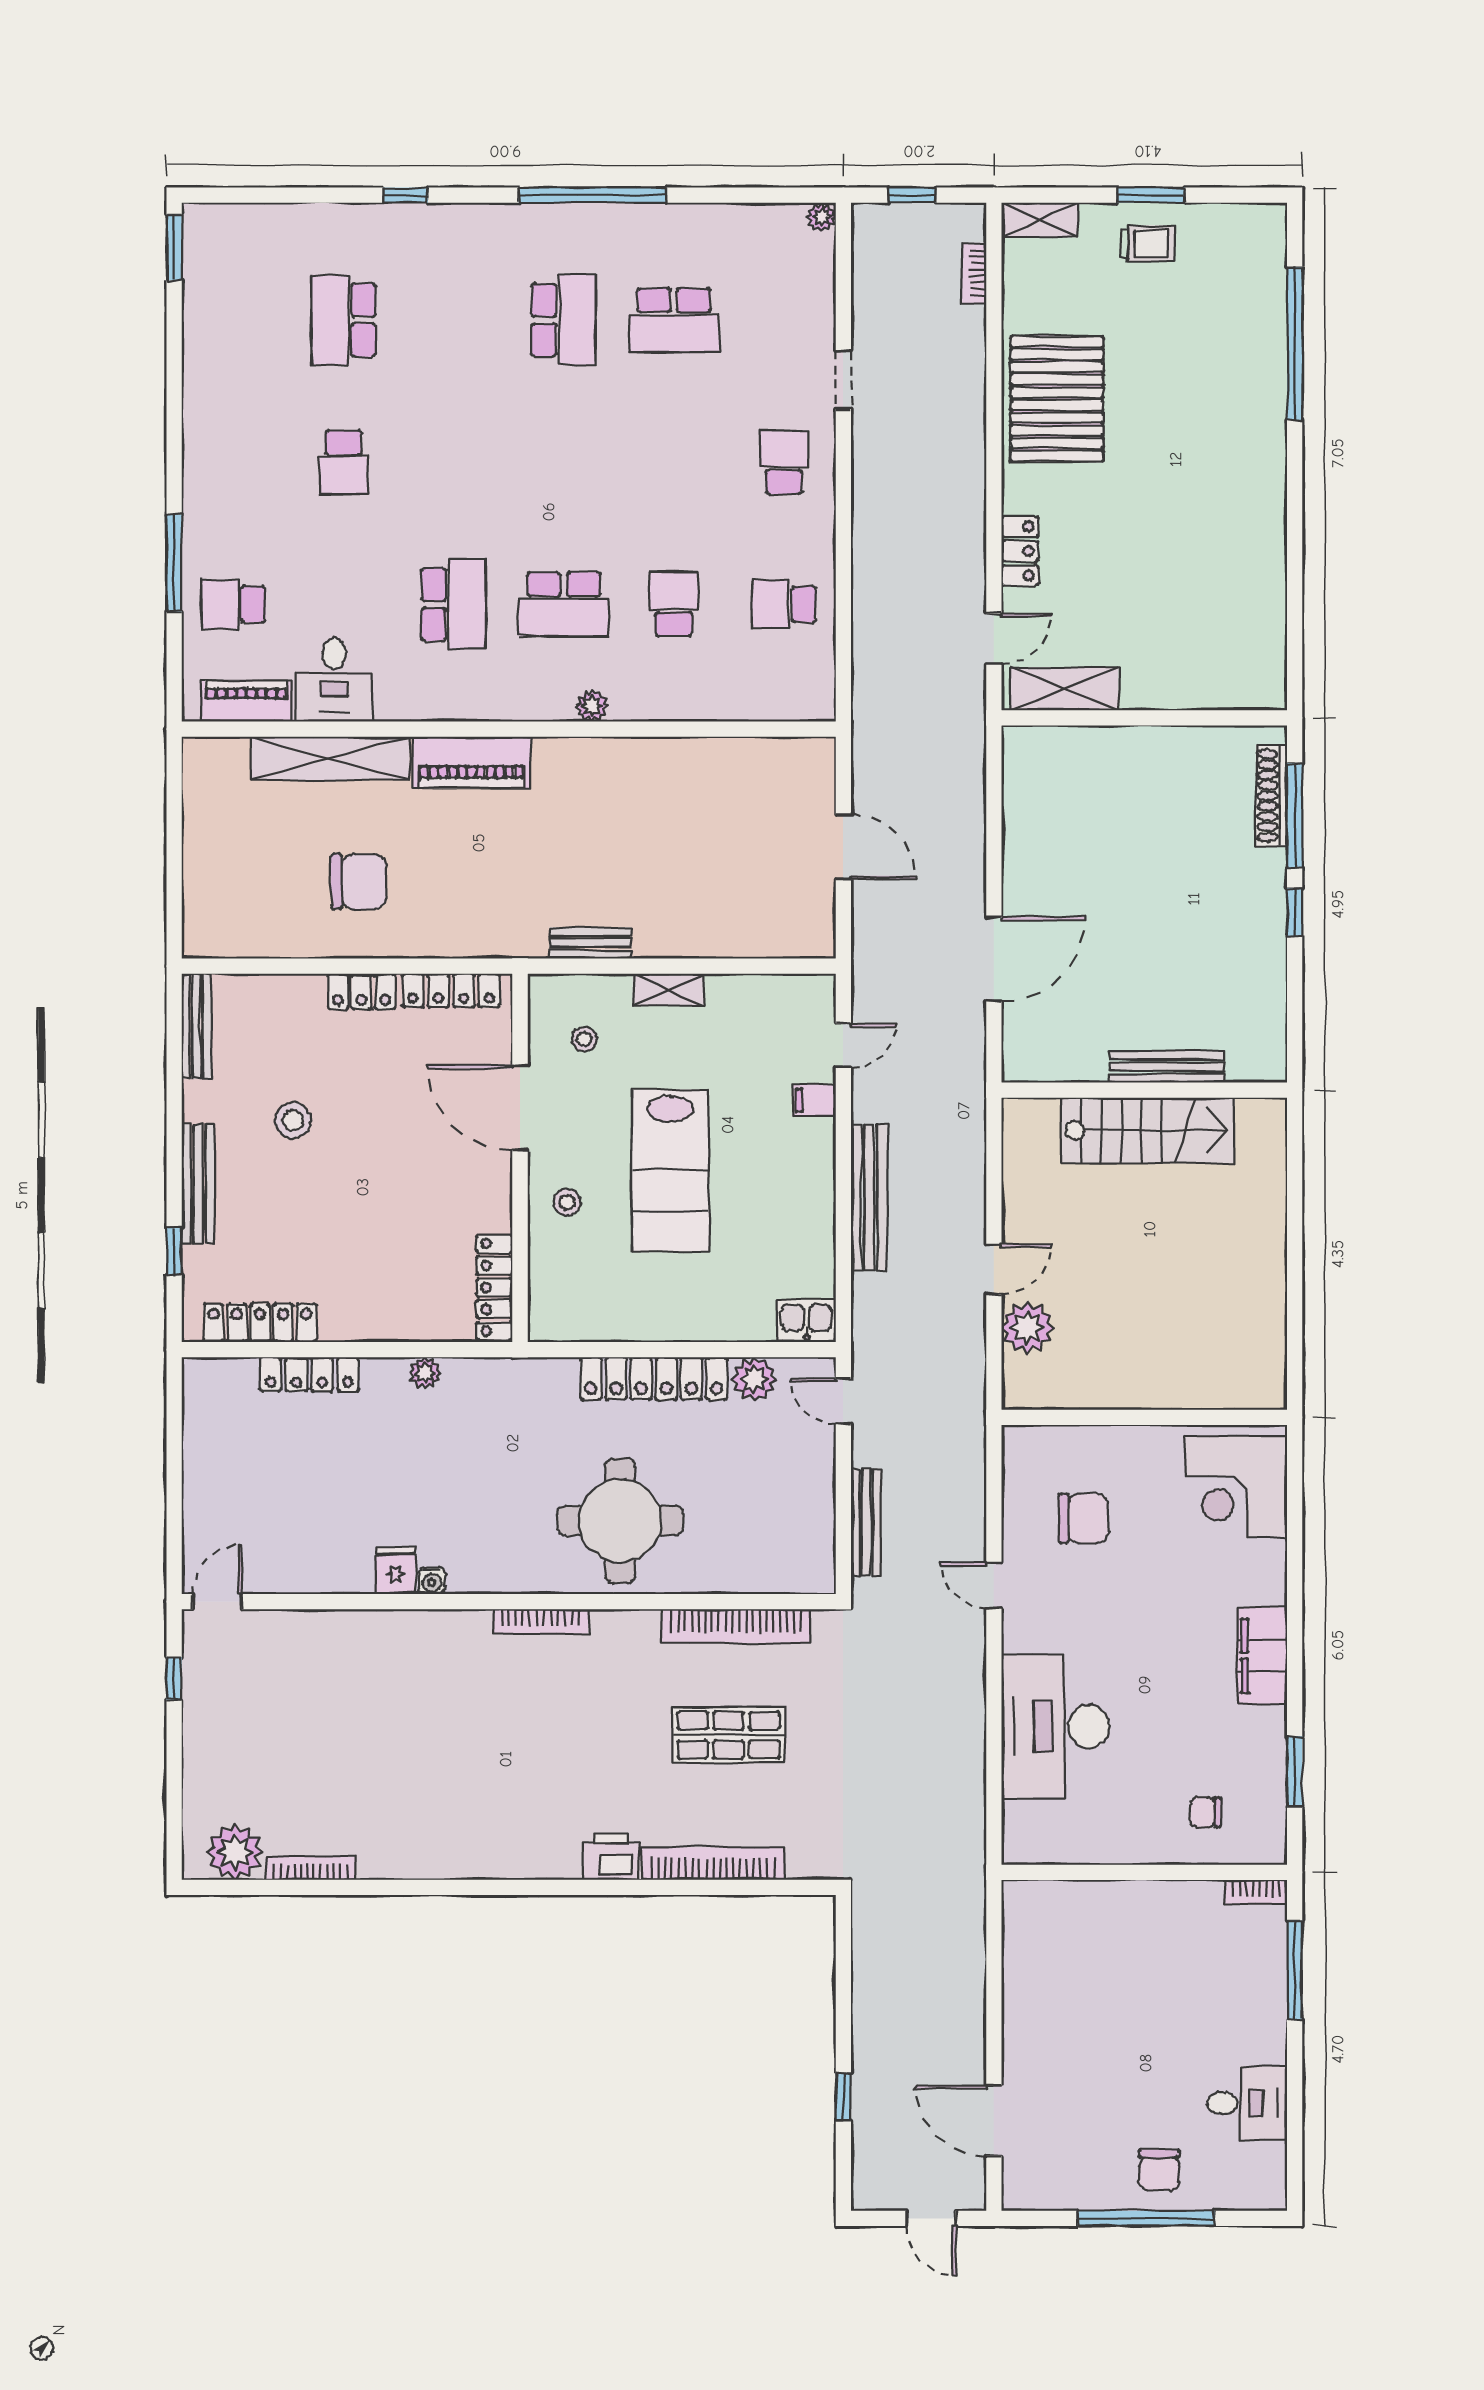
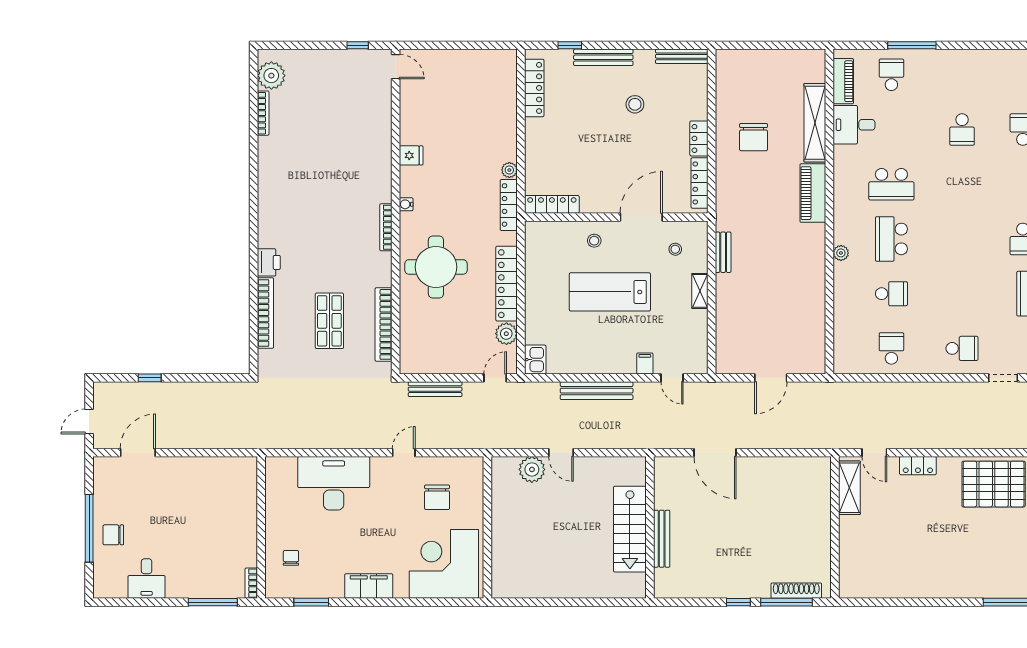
school desk: (344, 462) -> (962, 130), turned -90
locker: (309, 1374) -> (509, 205), moved
corner desk: (1236, 1487) -> (444, 564), width x1.36, depth x1.36
water cooler: (432, 1581) -> (406, 204), moved

